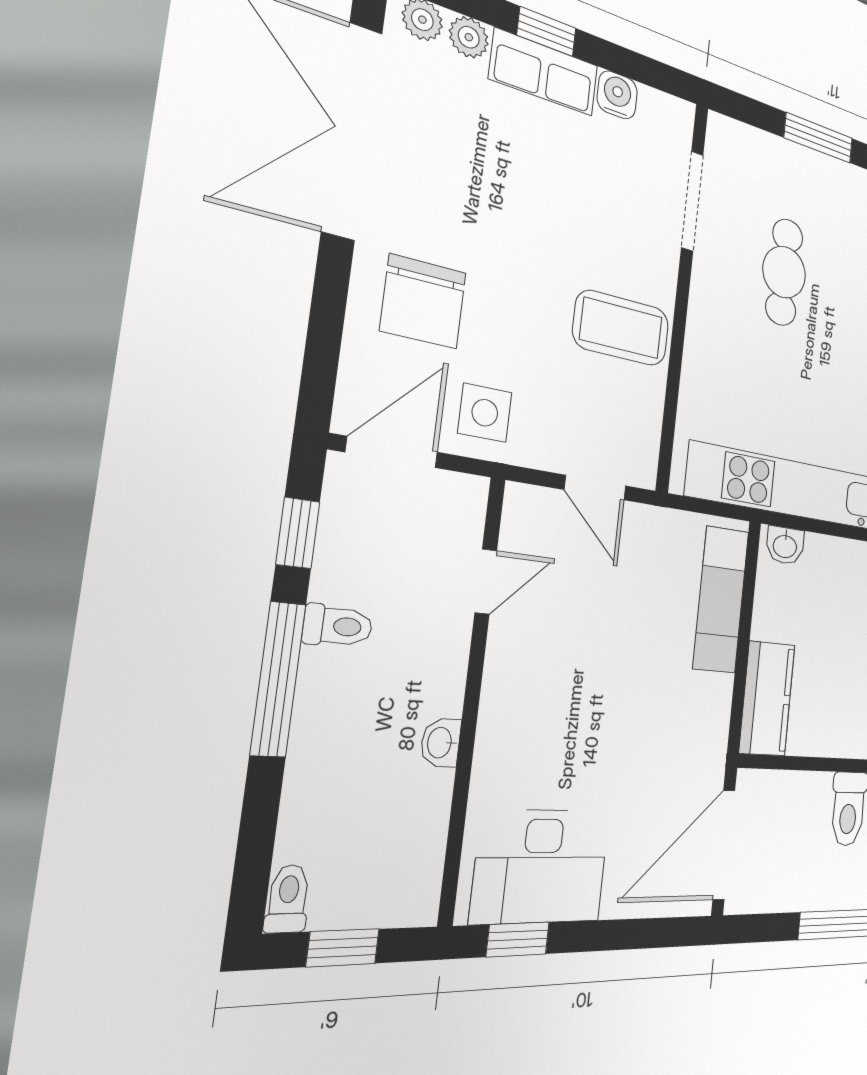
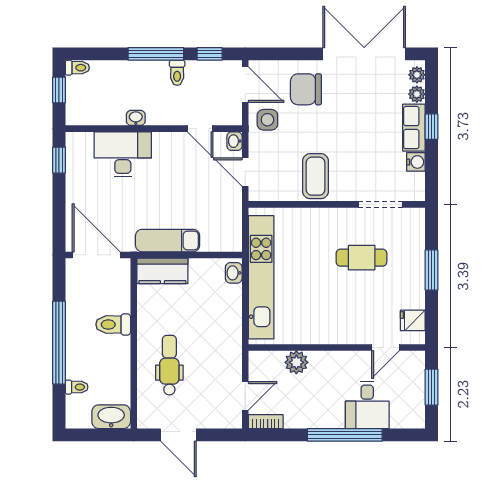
door: (595, 488) -> (245, 172), hinge flipped
washbasin: (524, 502) -> (235, 141), added
exam couch: (721, 600) -> (168, 241), moved
desk: (541, 866) -> (123, 154), moved, turned 90

